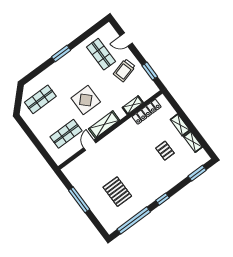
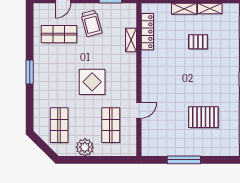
shelving: (104, 124) -> (129, 82), removed
plant: (38, 127) -> (85, 147), added
door: (90, 145) -> (139, 110), swing flipped

